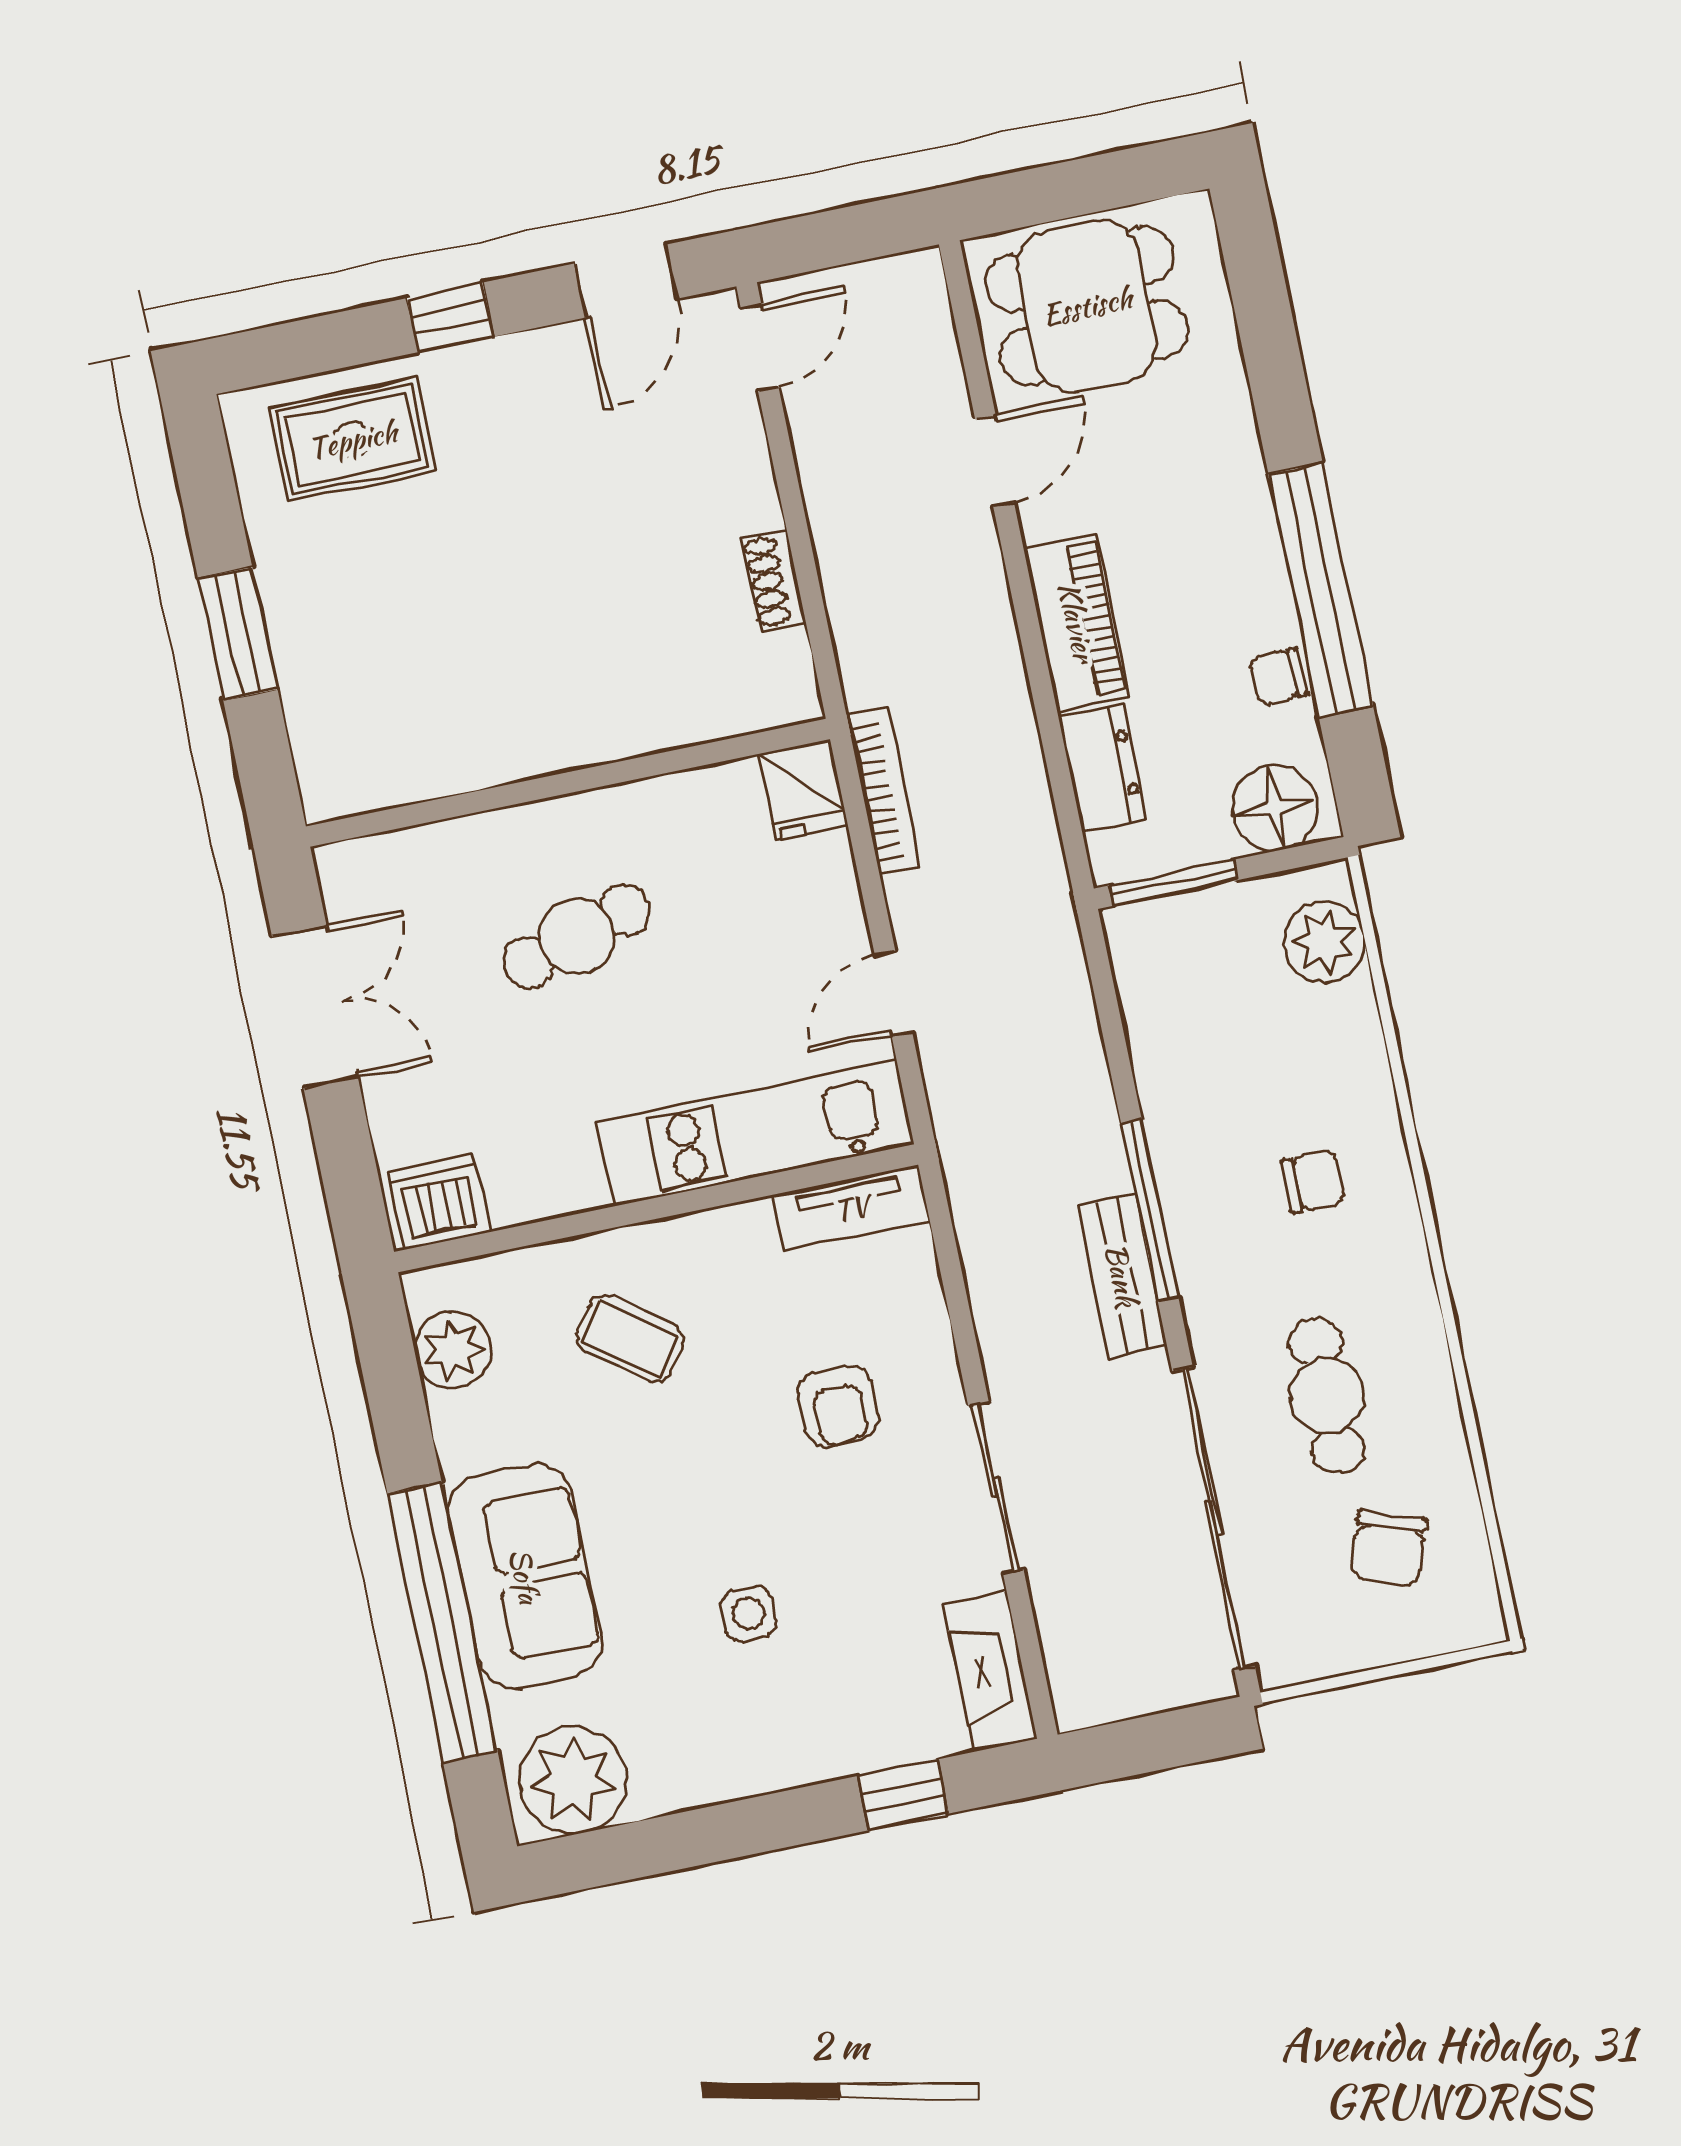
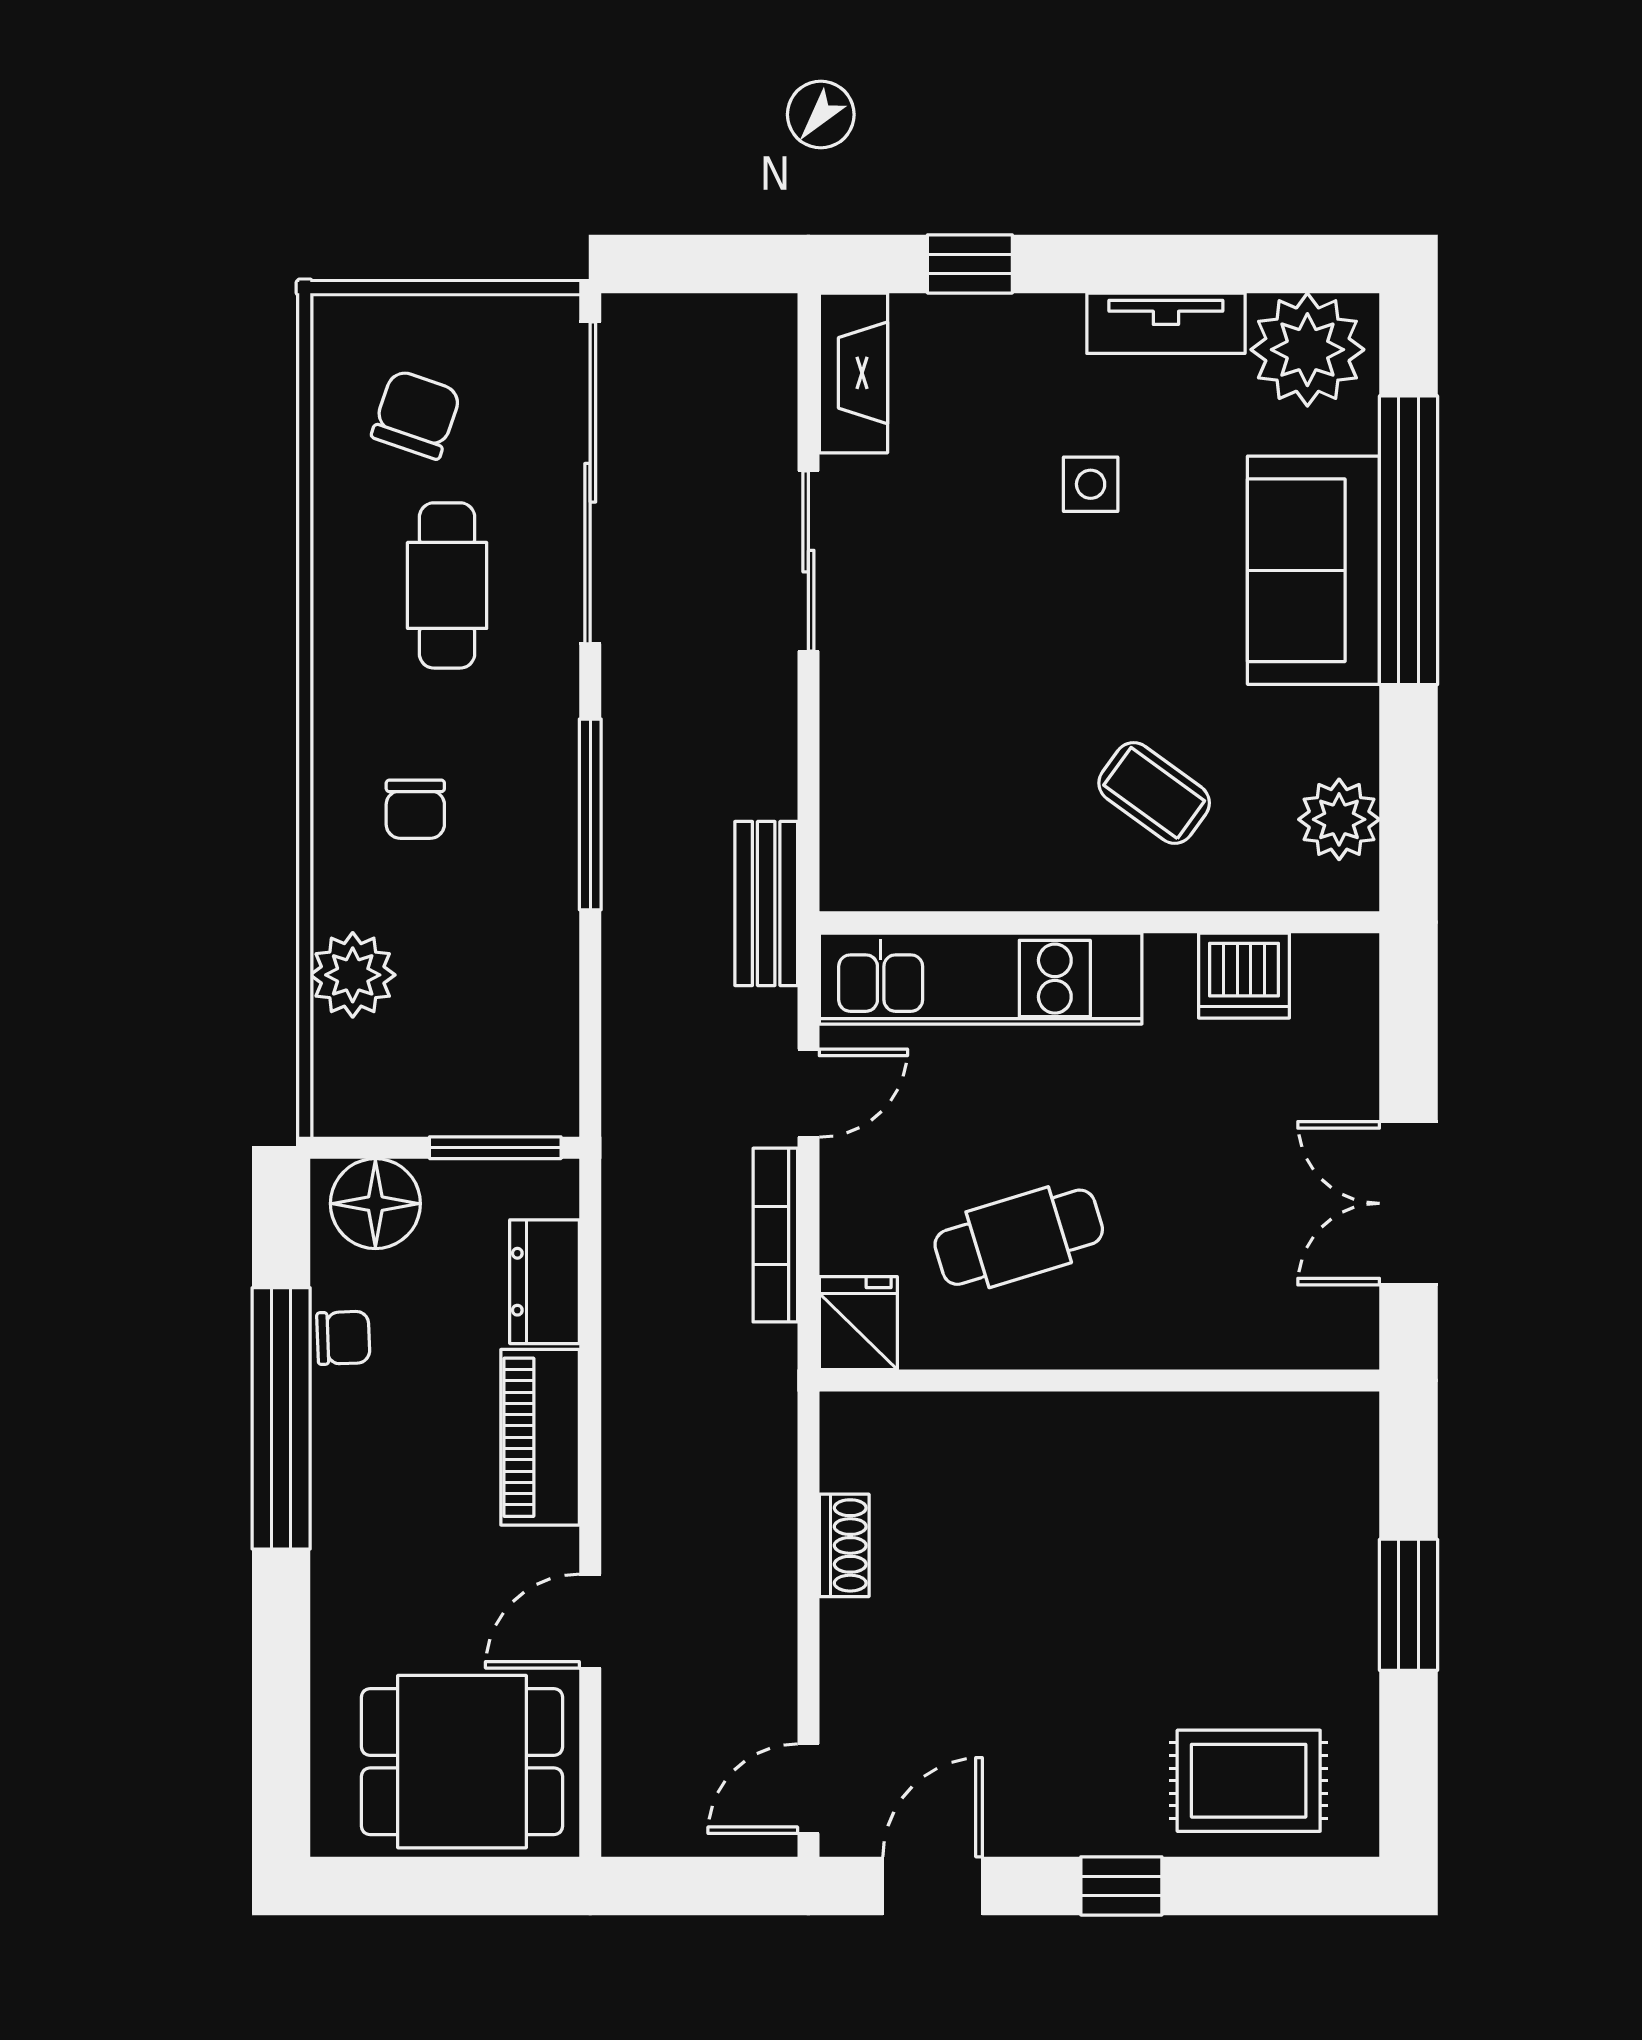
bookcase: (884, 790) -> (775, 1235), moved
cafe table: (577, 936) -> (1019, 1237), moved
plant: (1324, 942) -> (353, 975), moved
chair: (1313, 1182) -> (415, 809), turned -90
dishwasher: (439, 1202) -> (1244, 976), moved
tv unit: (851, 1208) -> (1166, 323), moved, turned 180
bench: (1122, 1275) -> (766, 903), moved
armchair: (838, 1406) -> (954, 679), removed

